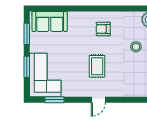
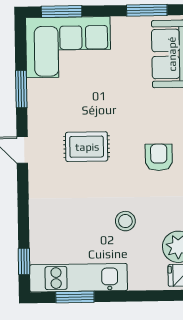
window: (27, 67) -> (62, 12), moved
window: (55, 100) -> (21, 89), moved

